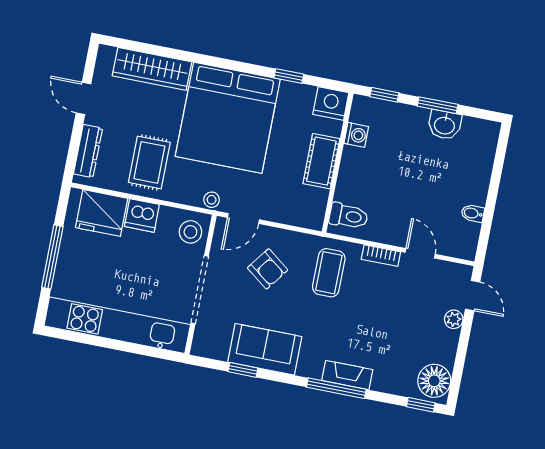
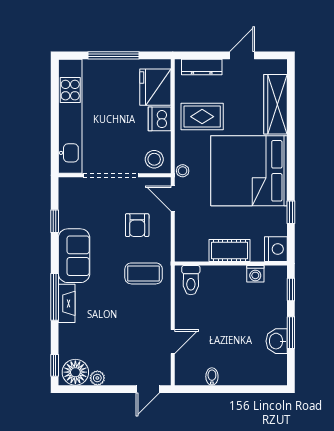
bookcase: (381, 256) -> (165, 311), removed
armchair: (268, 269) -> (137, 225), turned -37
plant: (454, 319) -> (97, 378), moved
sofa: (265, 349) -> (74, 256), moved

